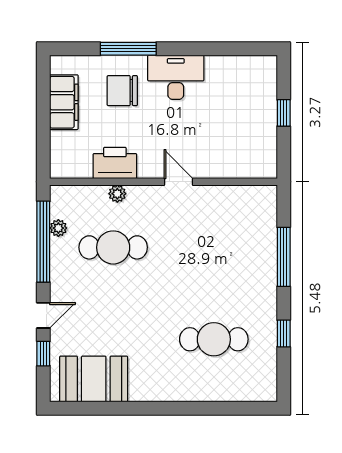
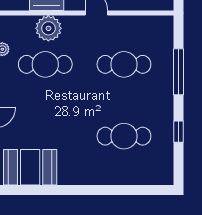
plant: (117, 194) -> (48, 28), width x1.88, depth x1.88
cafe table: (214, 247) -> (124, 64), added

